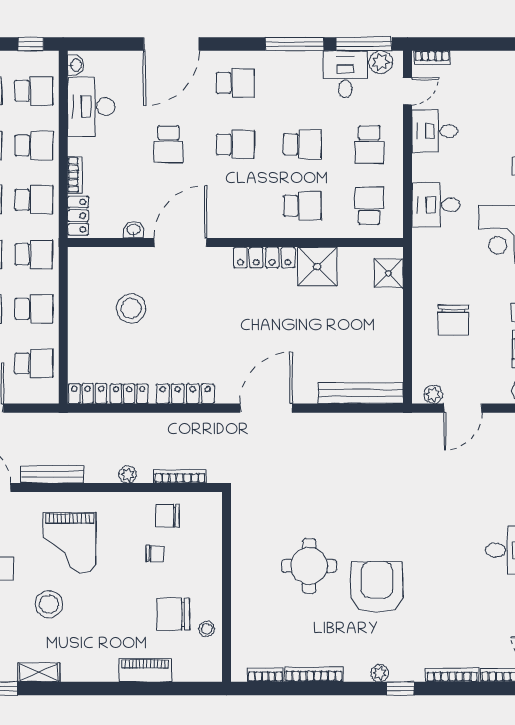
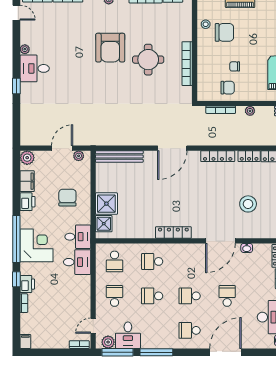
desk: (435, 131) -> (78, 237), moved
shower: (317, 266) -> (106, 204), moved
bookcase: (240, 559) -> (187, 64), added

